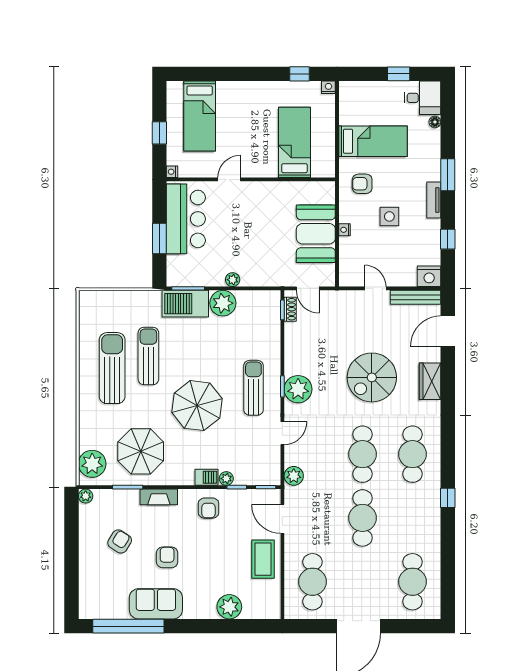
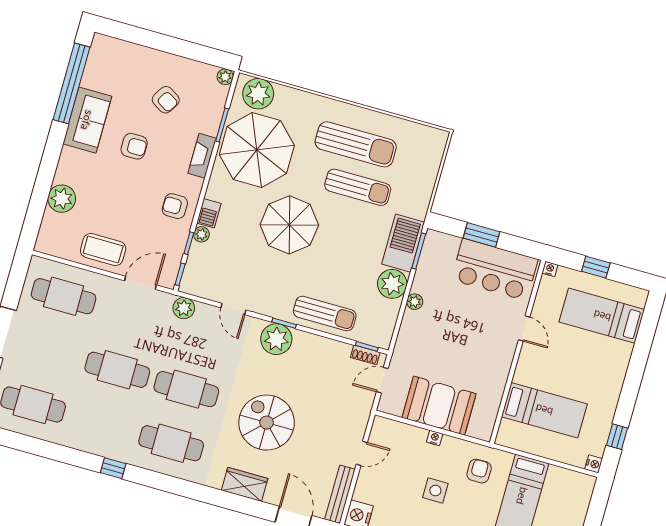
sun lounger: (253, 388) -> (325, 314), moved
parasol: (141, 451) -> (257, 150), width x1.36, depth x1.36

